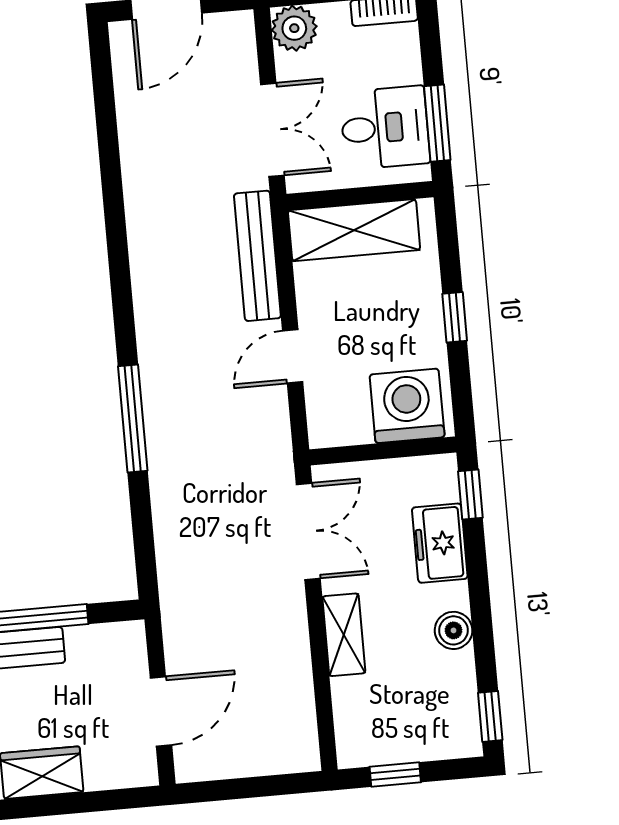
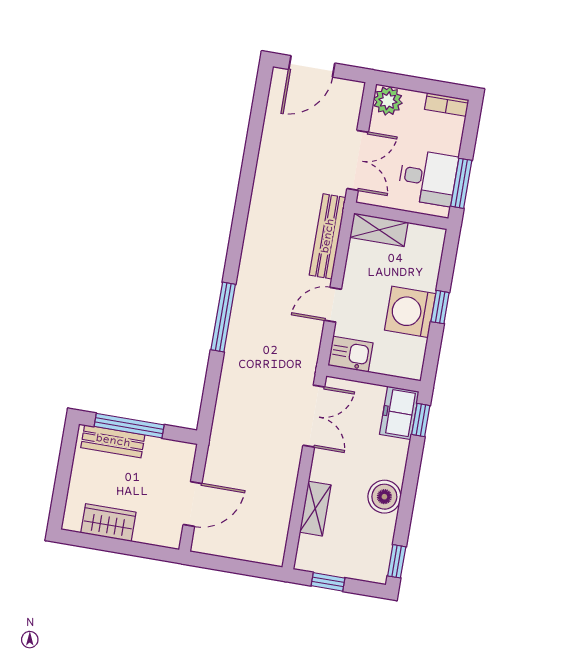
shelving: (354, 230) -> (379, 230), width x0.67, depth x0.75
washing machine: (407, 406) -> (410, 312), moved, turned -90
kitchen sink: (339, 424) -> (351, 354), added
freezer: (440, 543) -> (399, 413), moved
boiler: (454, 630) -> (384, 497), width x1.36, depth x1.36
shelving: (344, 635) -> (315, 509), moved

